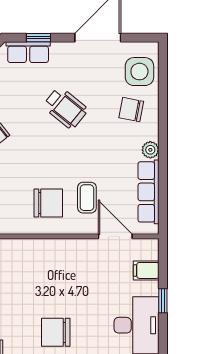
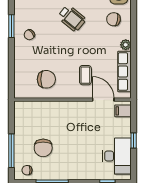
chair: (48, 203) -> (46, 79), moved
filing cabinet: (146, 270) -> (123, 111), moved
chair: (56, 332) -> (43, 148), moved, turned -90

